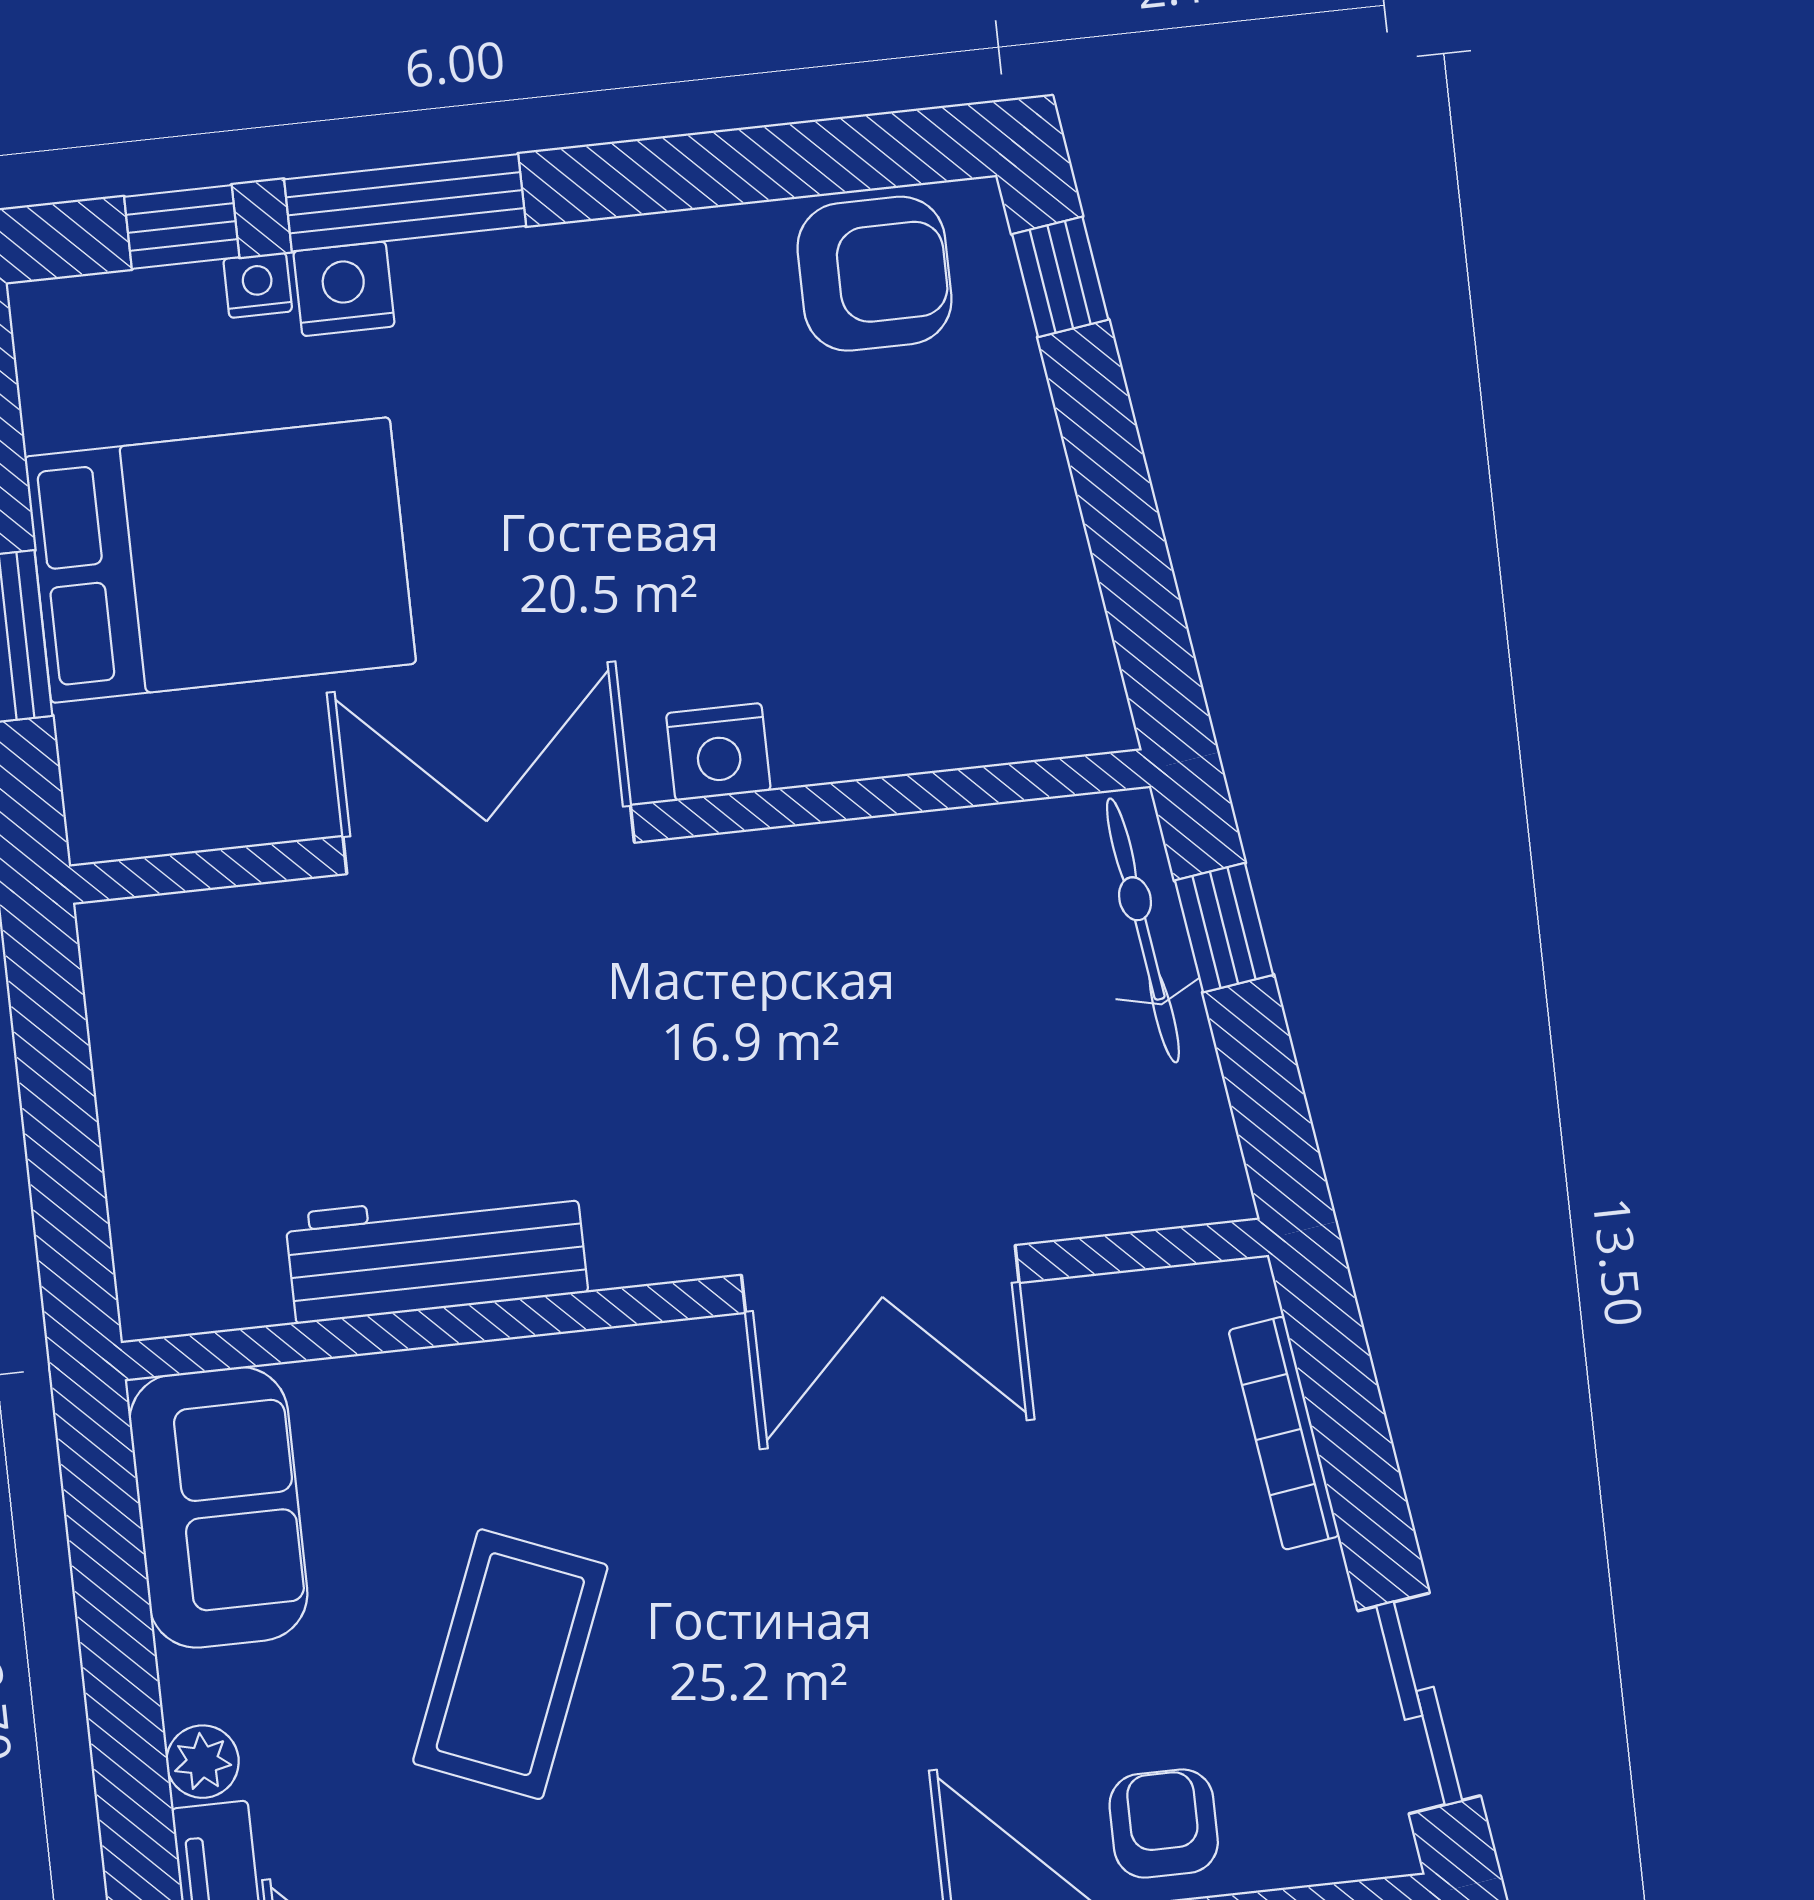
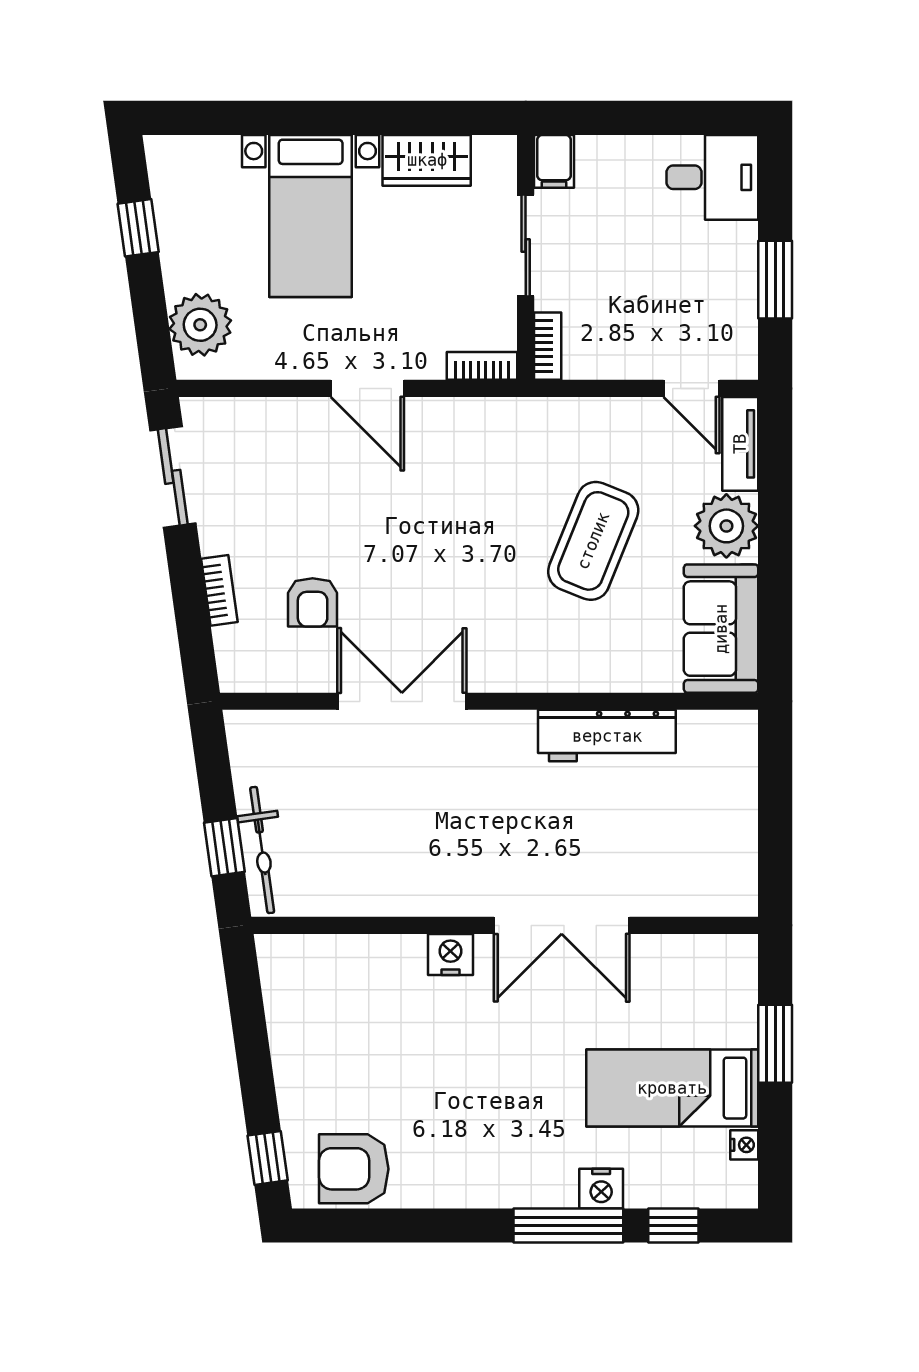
nightstand: (258, 285) -> (744, 1145), moved, turned -90
bed: (220, 560) -> (672, 1088), width x0.67
bookcase: (1284, 1433) -> (219, 590), width x0.64
plant: (203, 1762) -> (726, 526), width x1.88, depth x1.88
armchair: (1164, 1824) -> (313, 602), moved

